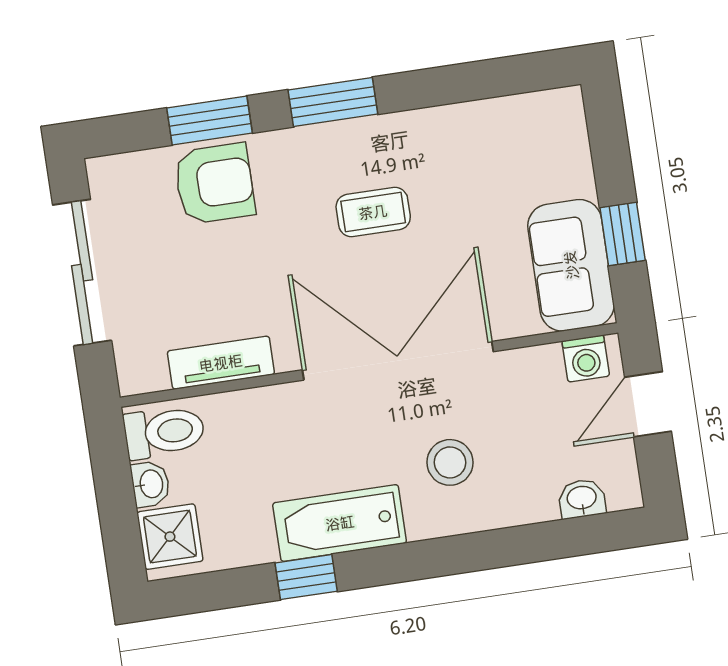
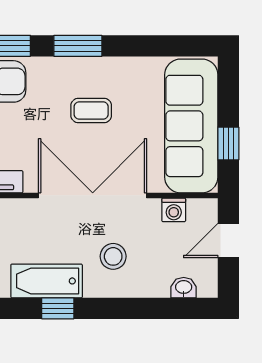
sofa: (571, 265) -> (191, 126), width x1.85, depth x1.27
washing machine: (586, 359) -> (174, 210), moved
window: (306, 577) -> (58, 308), moved

